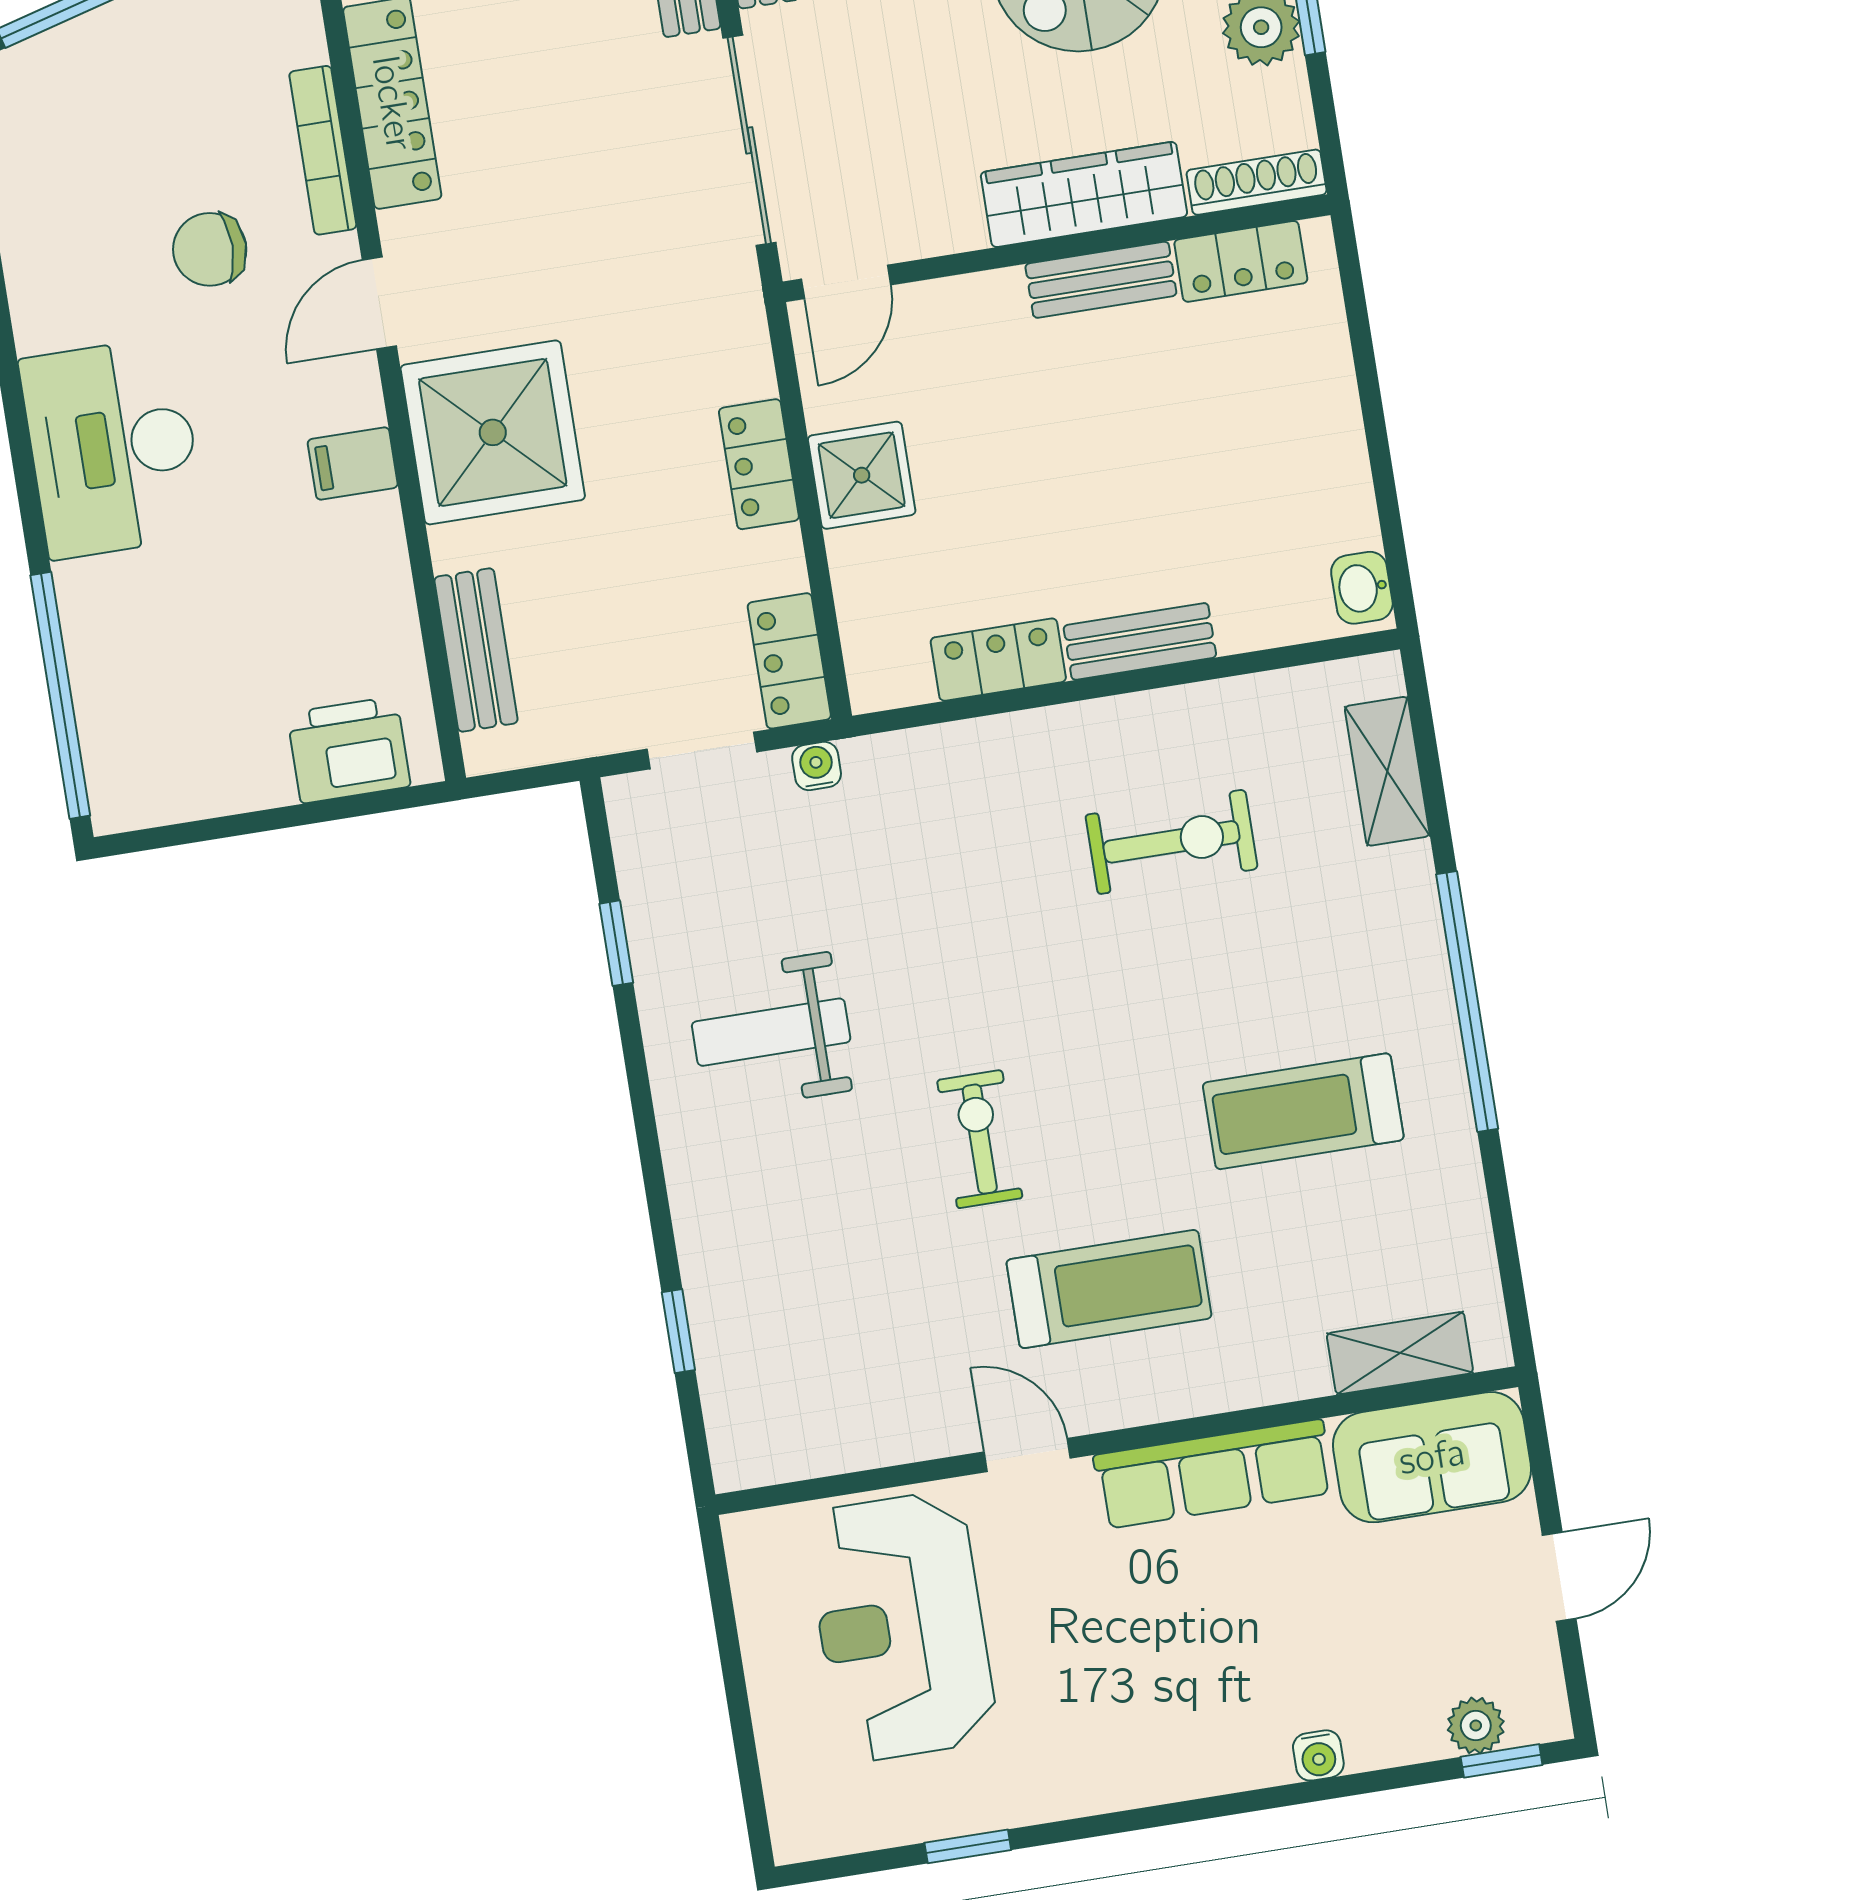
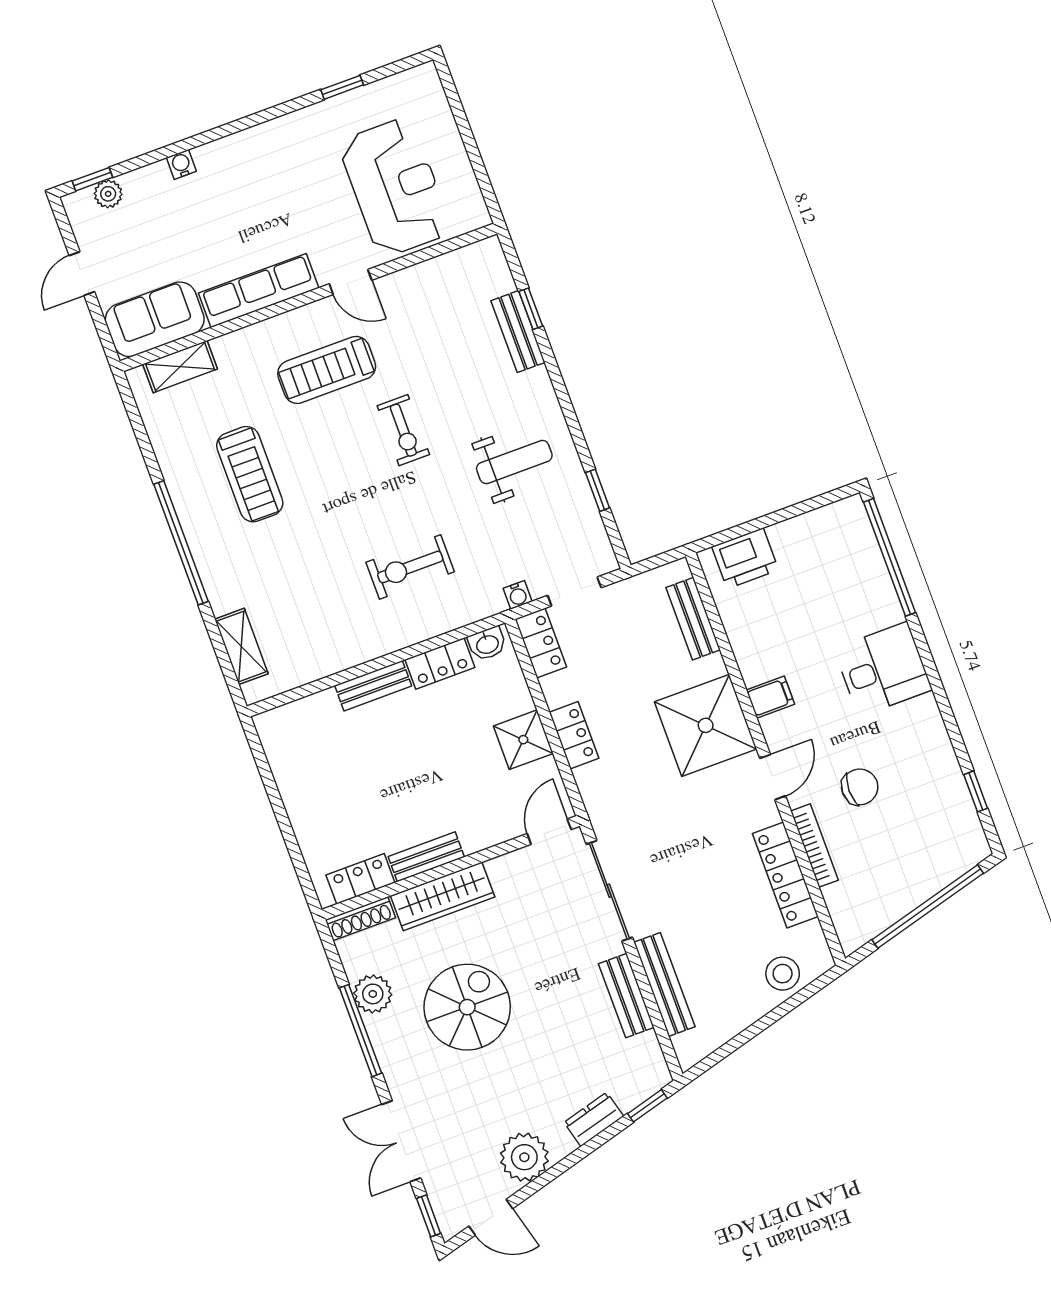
desk: (113, 448) -> (883, 669), width x0.73
washbasin: (1362, 588) -> (487, 644), moved, turned 90
exercise bike: (1172, 842) -> (410, 567), moved
treadmill: (1303, 1111) -> (250, 474), turned 90
bench: (713, 1291) -> (518, 332), added

